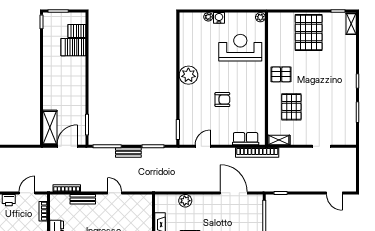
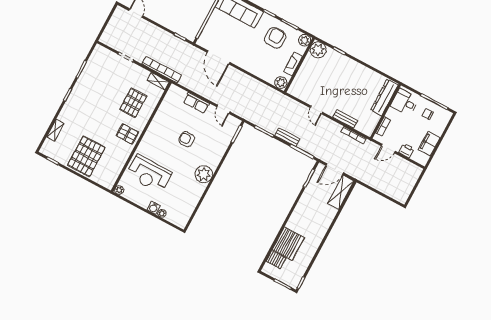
shelving: (351, 24) -> (55, 130), moved
server rack: (73, 47) -> (288, 244), width x1.60
row of seats: (246, 139) -> (196, 103), moved
door: (203, 146) -> (223, 109), hinge flipped
bookcase: (257, 153) -> (162, 70), moved
plant: (185, 201) -> (281, 83), moved

